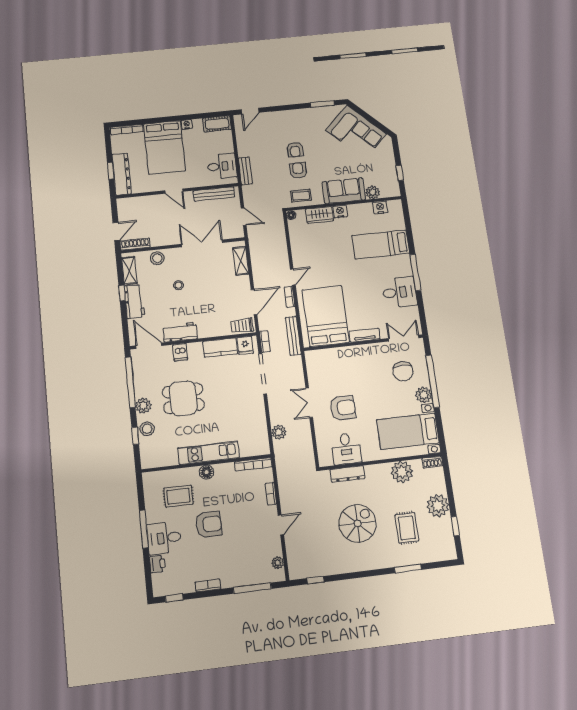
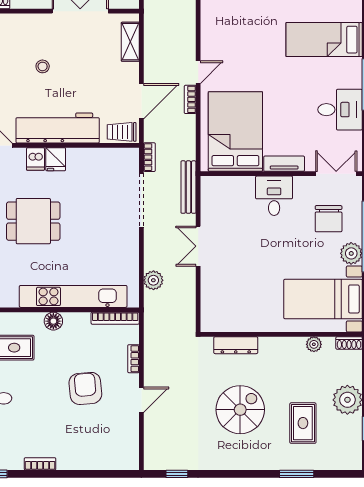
stool: (157, 258) -> (18, 25), removed
workbench: (180, 332) -> (58, 128), width x1.88, depth x1.32
bench: (293, 336) -> (188, 187), moved
fridge: (245, 345) -> (56, 159), moved
kitchen counter: (220, 348) -> (89, 159), removed
armchair: (343, 408) -> (242, 258), removed
desk: (346, 449) -> (274, 196), moved, turned 180
kitchen unit: (209, 453) -> (73, 296), width x1.36
plant: (402, 472) -> (314, 344), width x0.53, depth x0.53
armchair: (209, 524) -> (85, 388), moved, turned -95
plant: (278, 563) -> (131, 447), removed
window: (252, 588) -> (96, 474), removed

